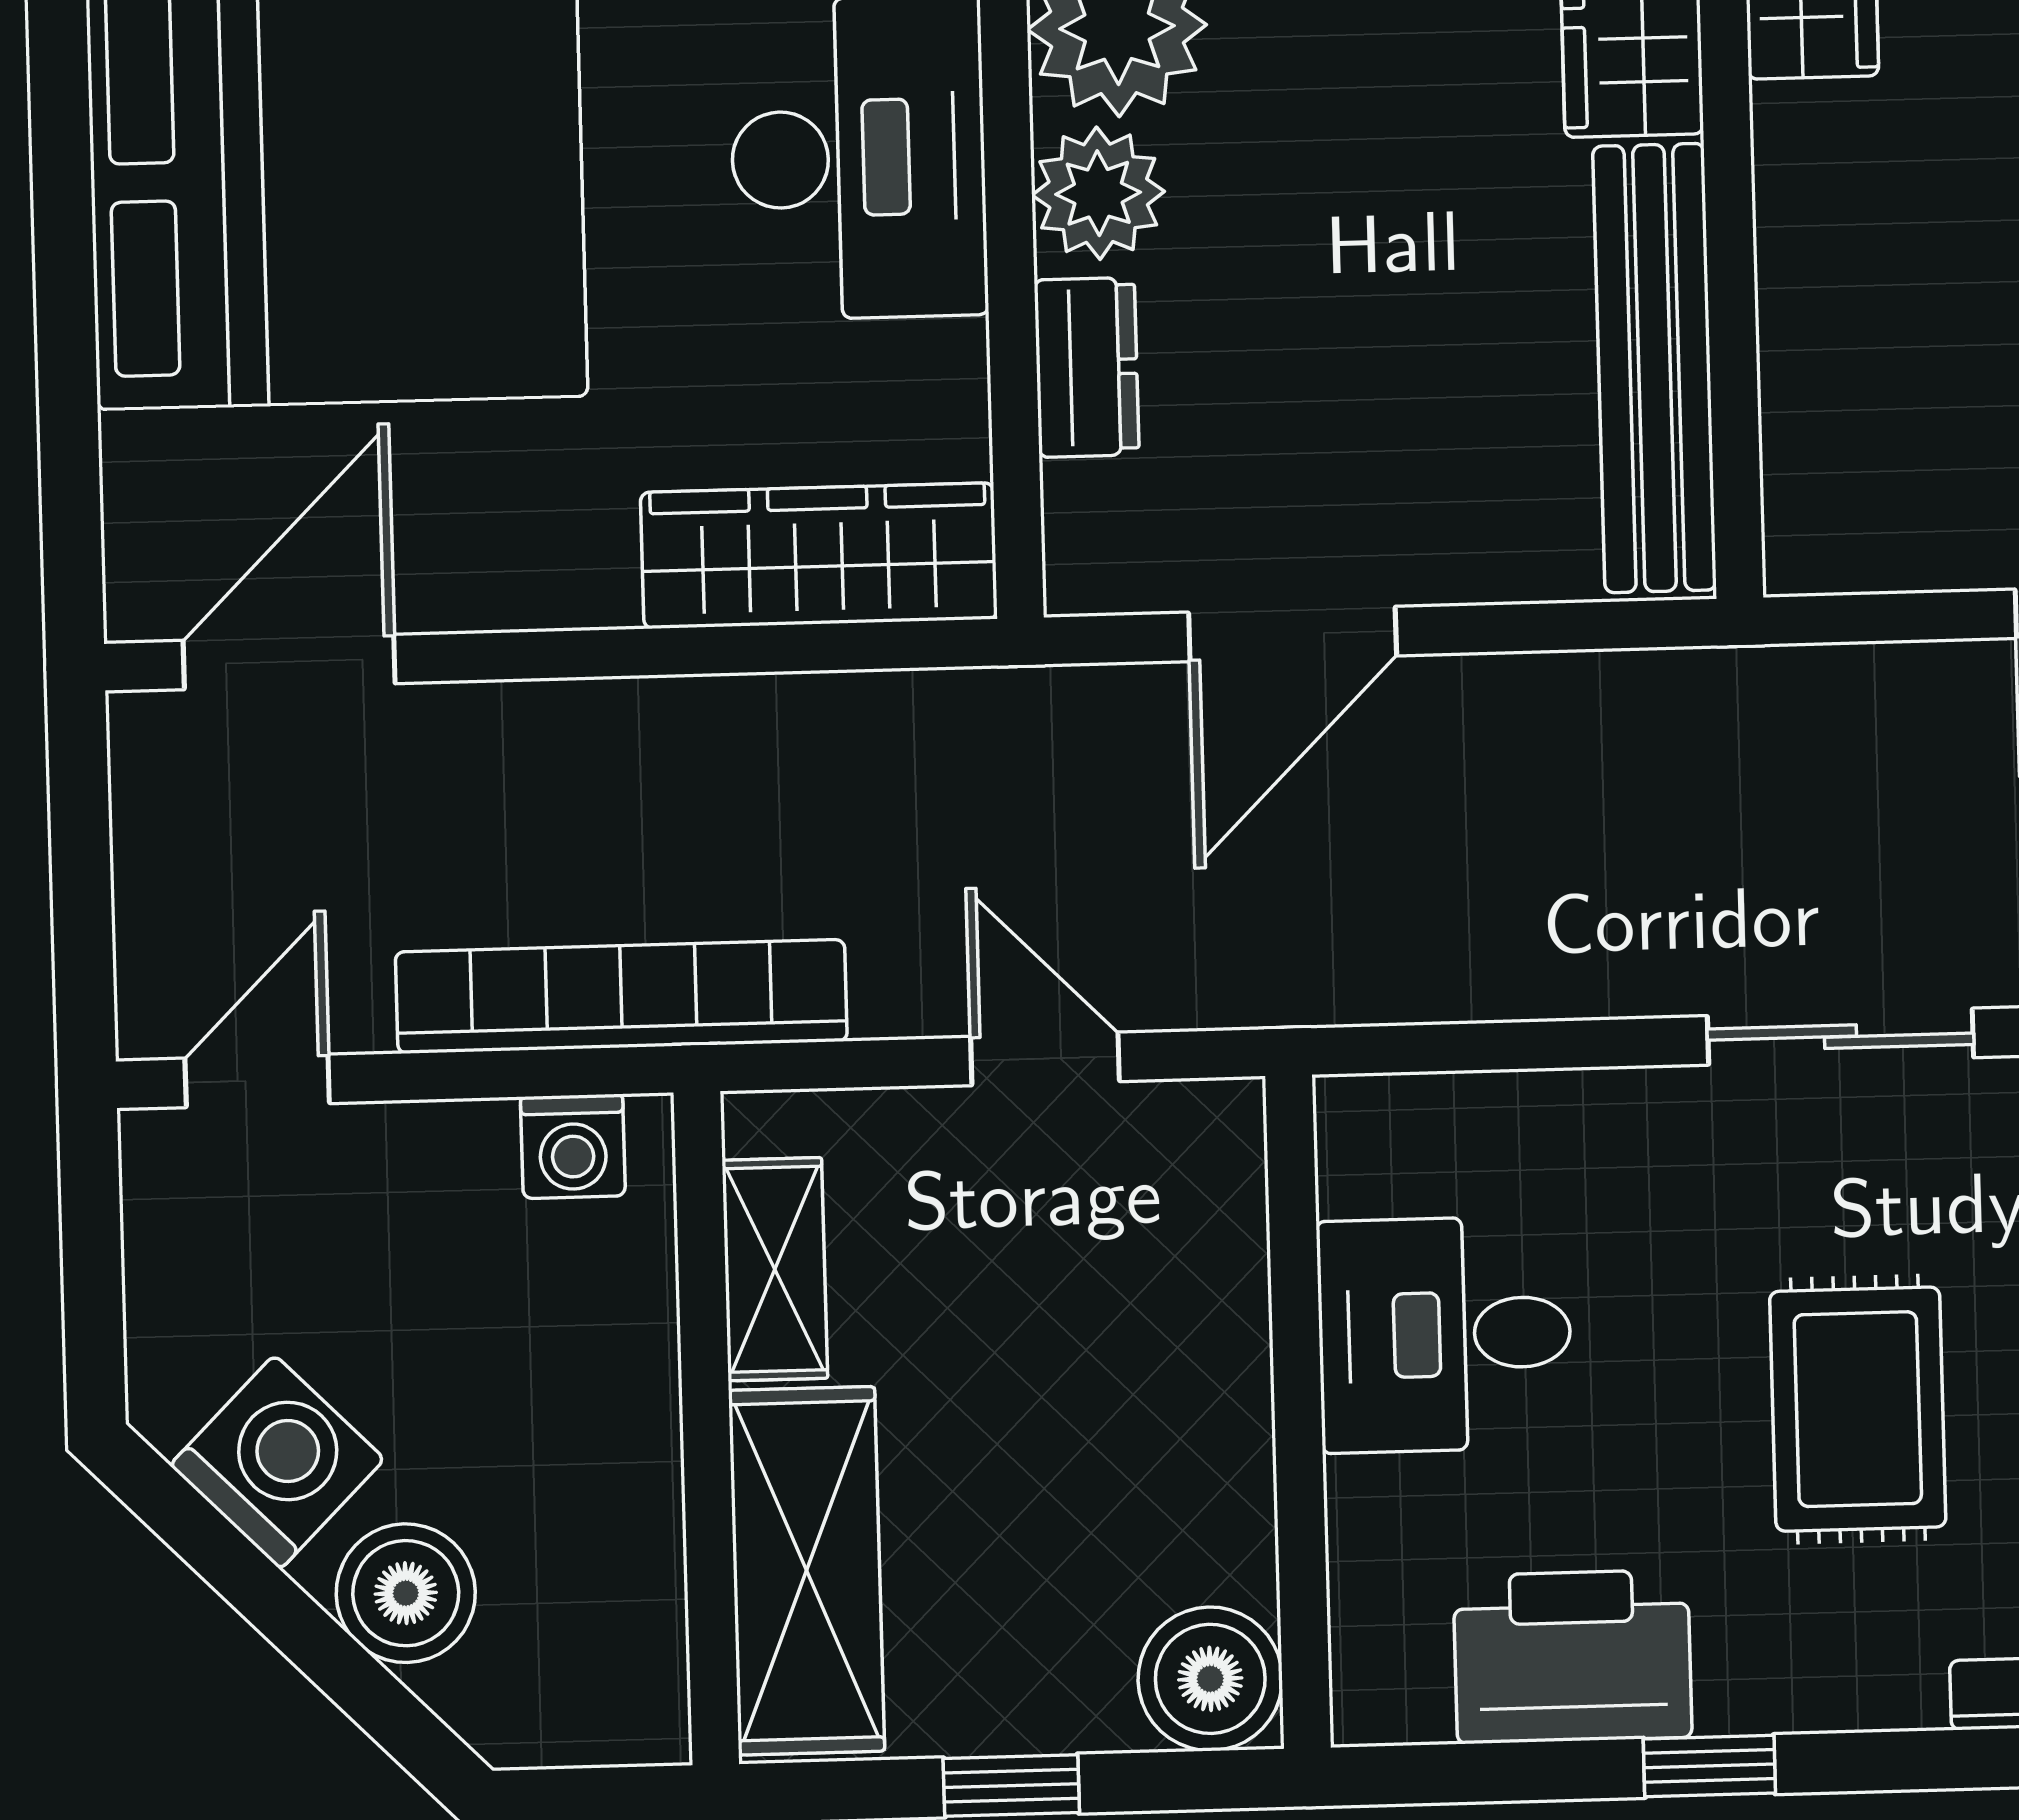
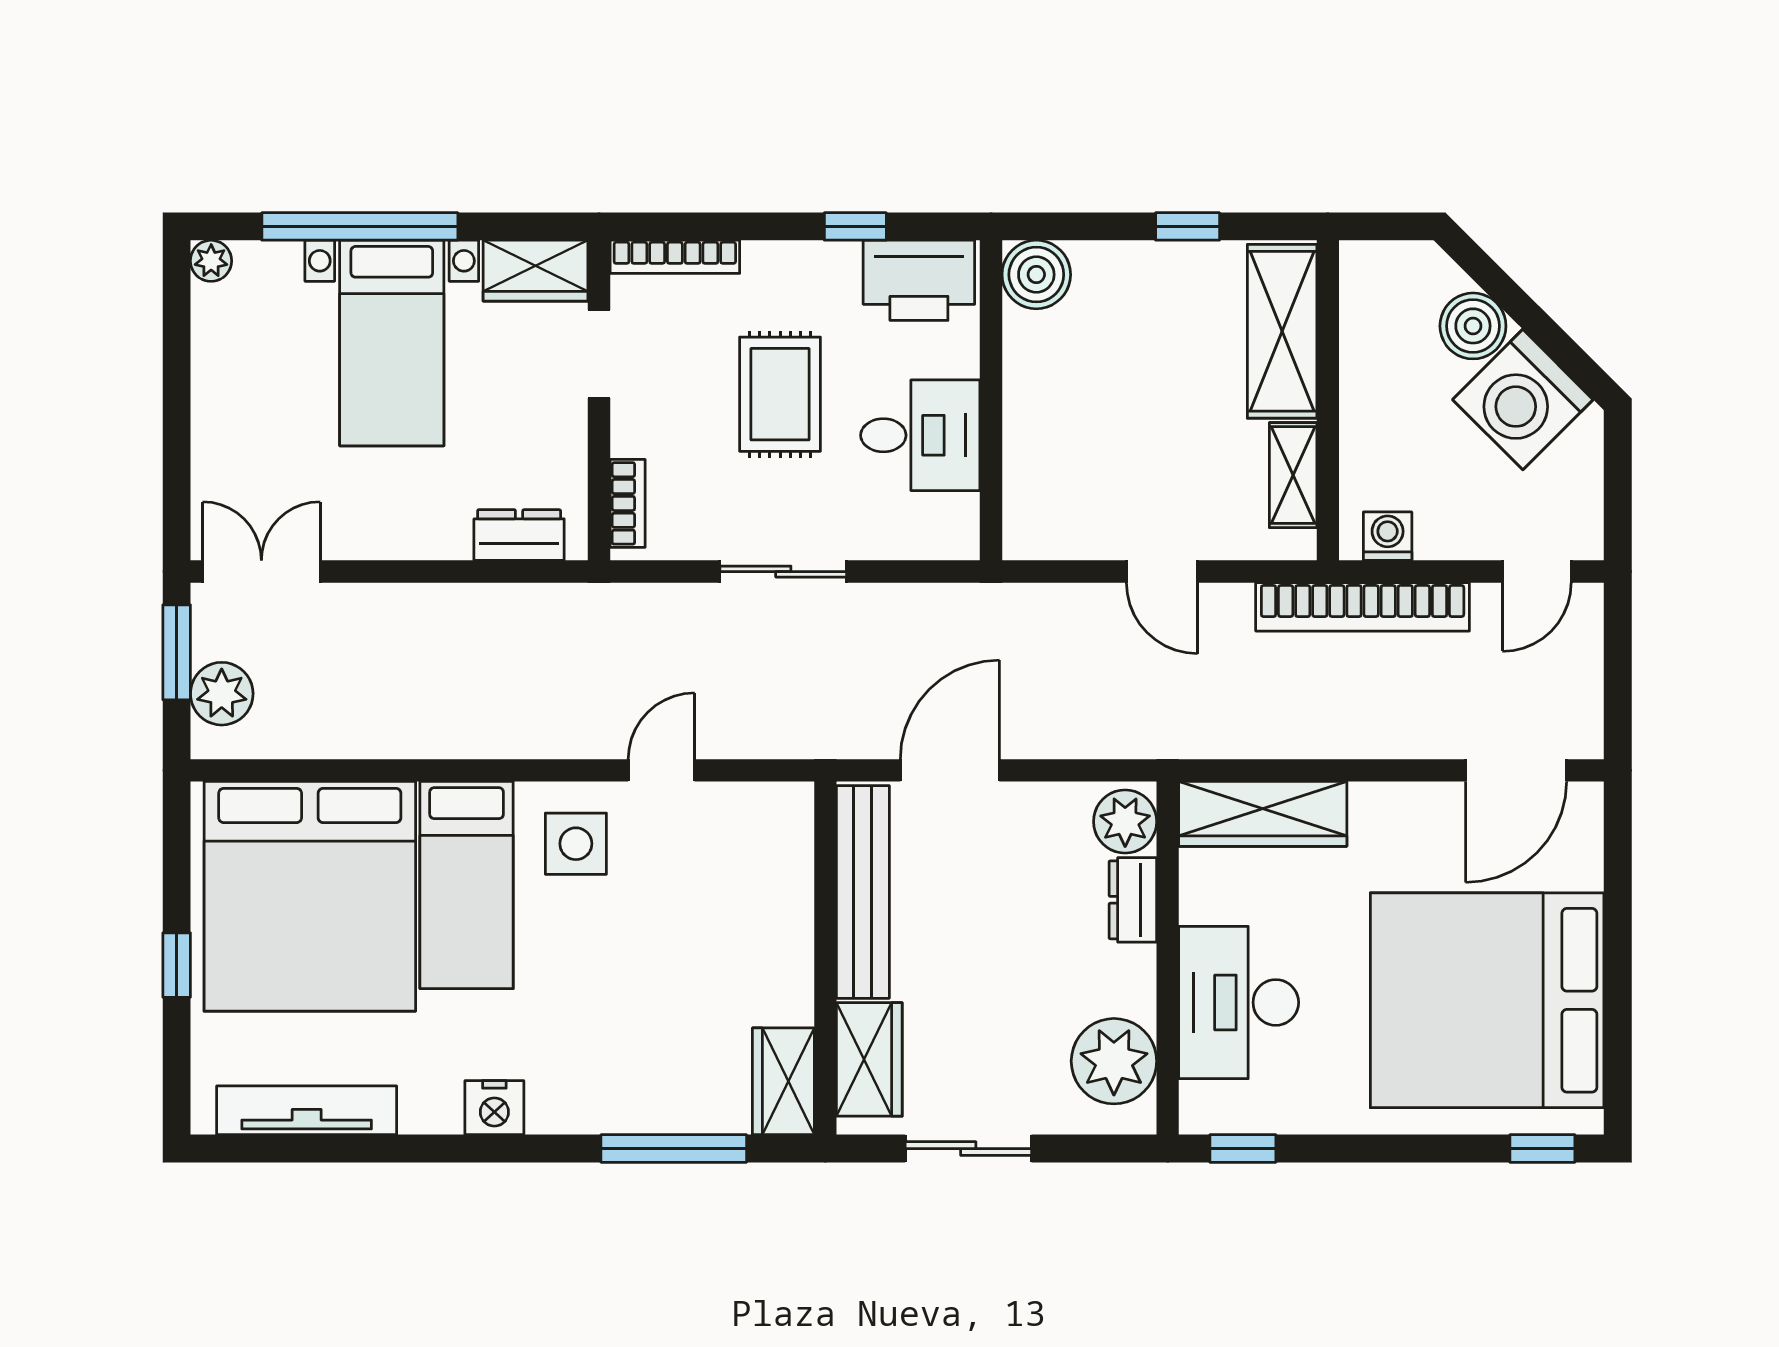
plant: (1098, 193) -> (1125, 822), moved
door: (1293, 634) -> (950, 770), moved
desk: (1445, 1334) -> (920, 435), moved
wall: (1298, 1412) -> (991, 400), moved
washing machine: (277, 1462) -> (1523, 400), width x1.37, depth x1.37
boiler: (1210, 1679) -> (1036, 275), moved

